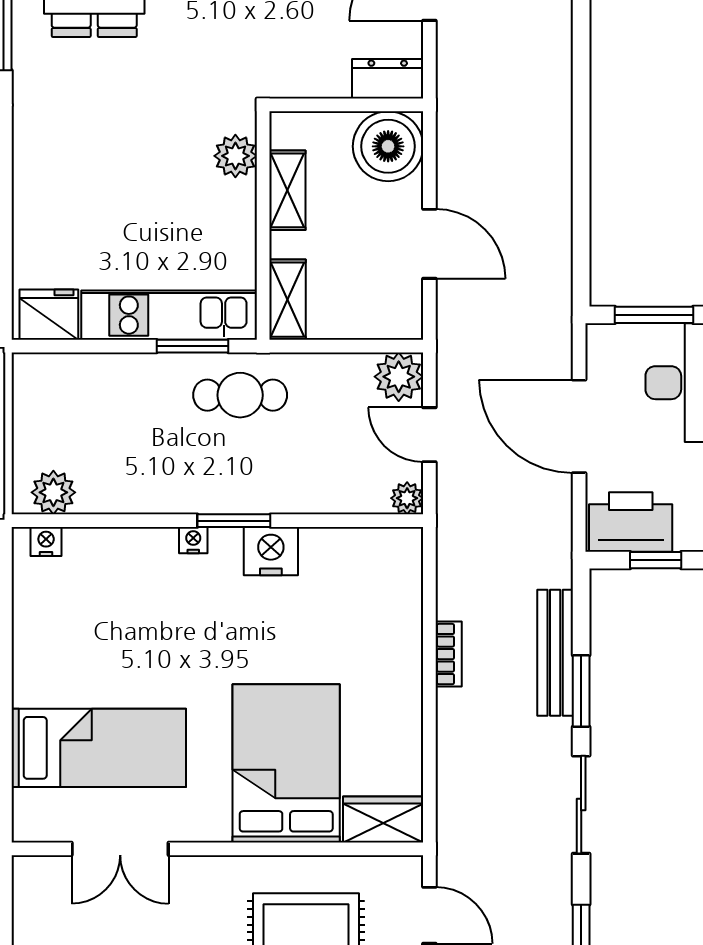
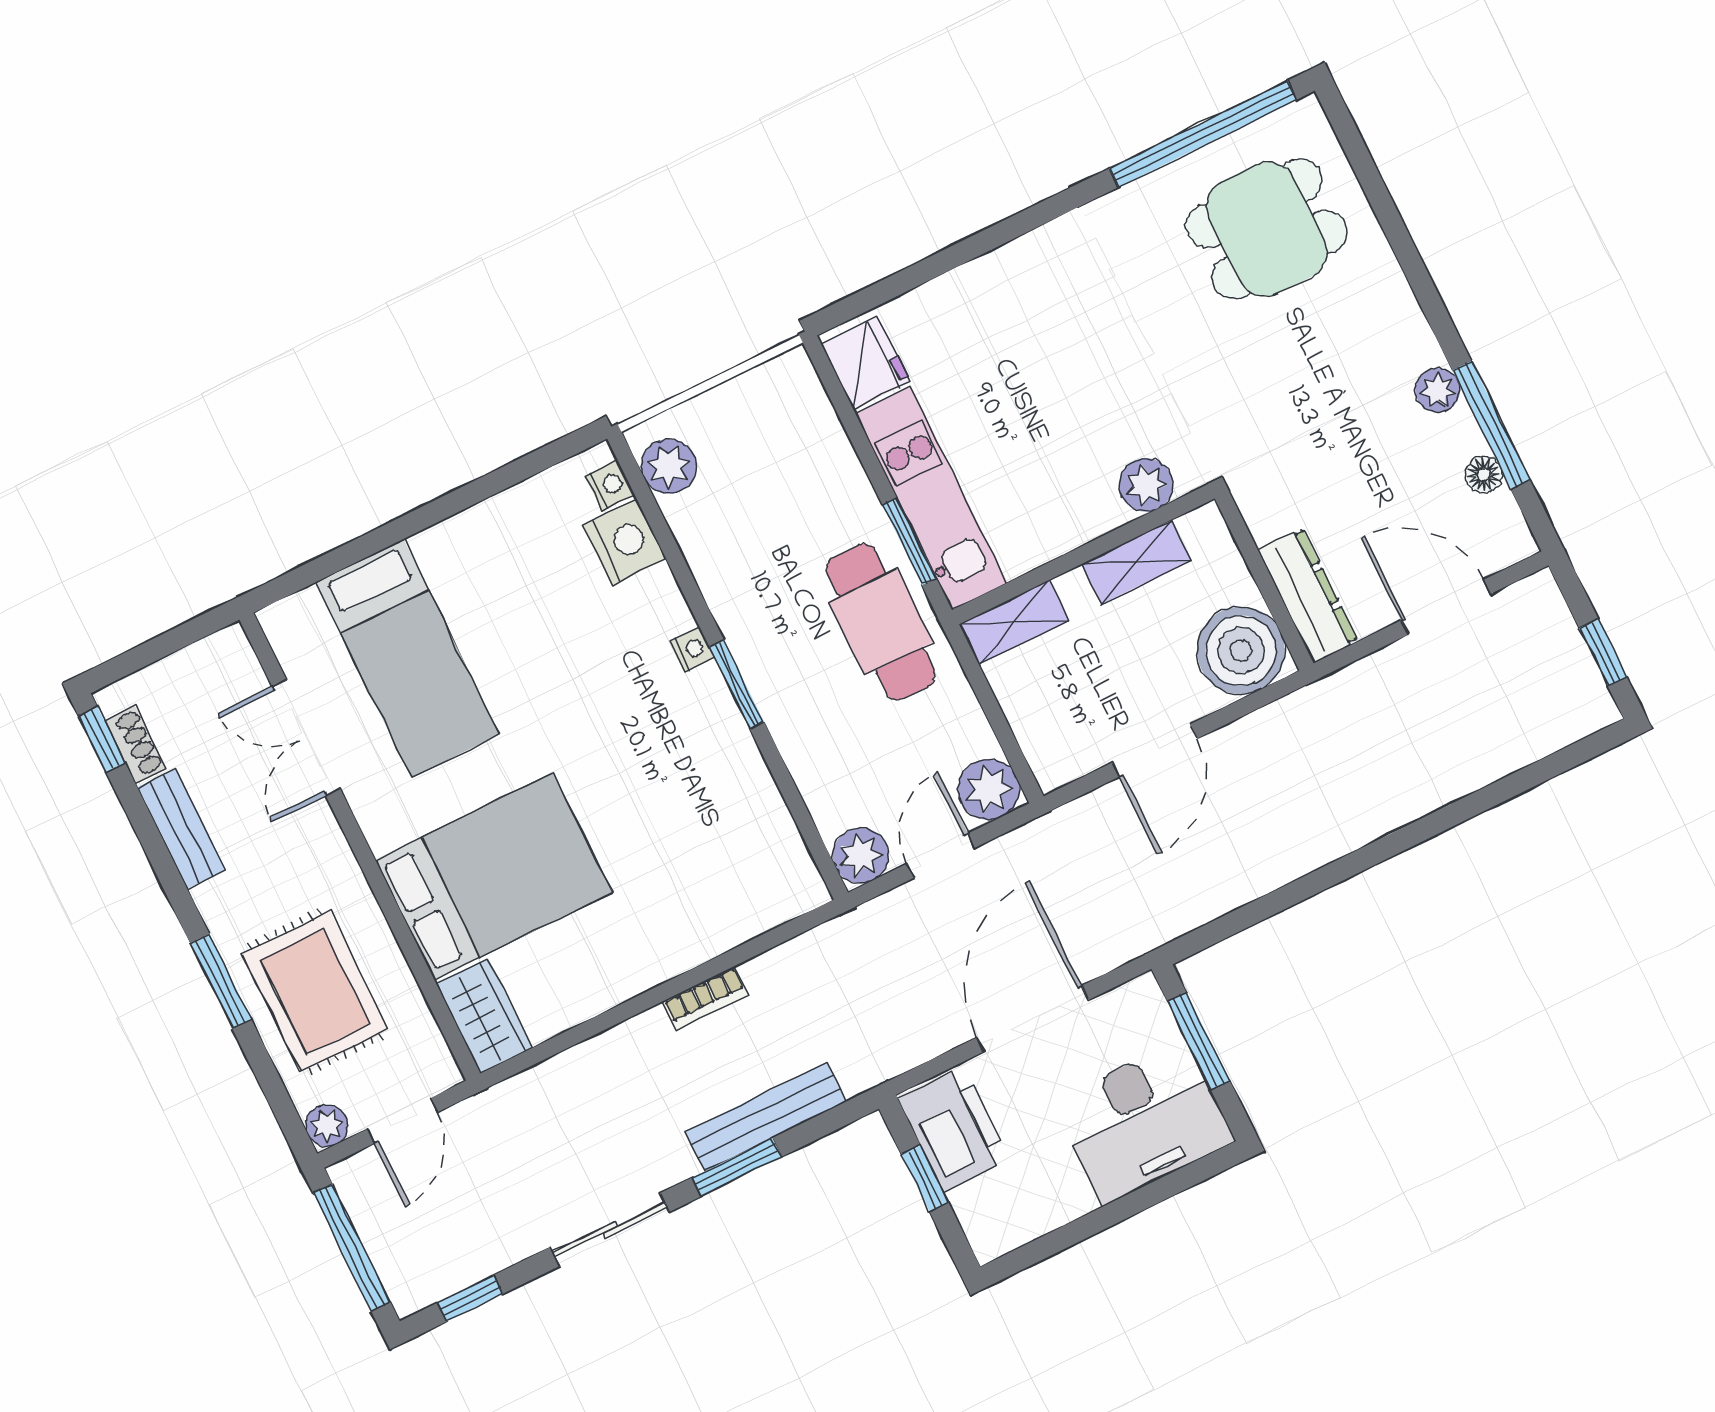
dresser: (388, 79) -> (1308, 595), width x1.44
cafe table: (240, 395) -> (881, 622), width x1.37, depth x1.35
plant: (407, 498) -> (861, 856), width x1.38, depth x1.38
nightstand: (271, 551) -> (624, 542), moved

